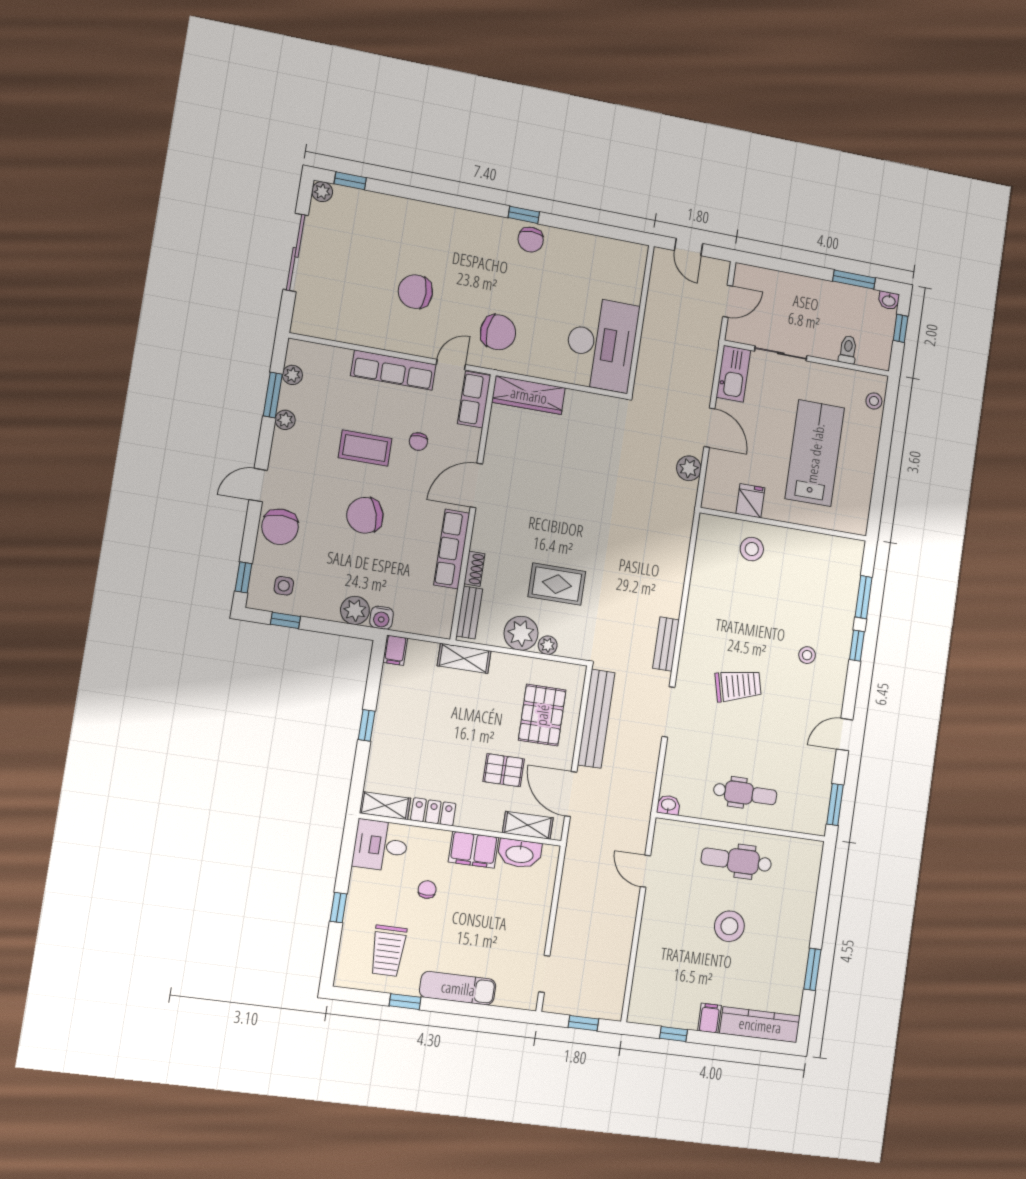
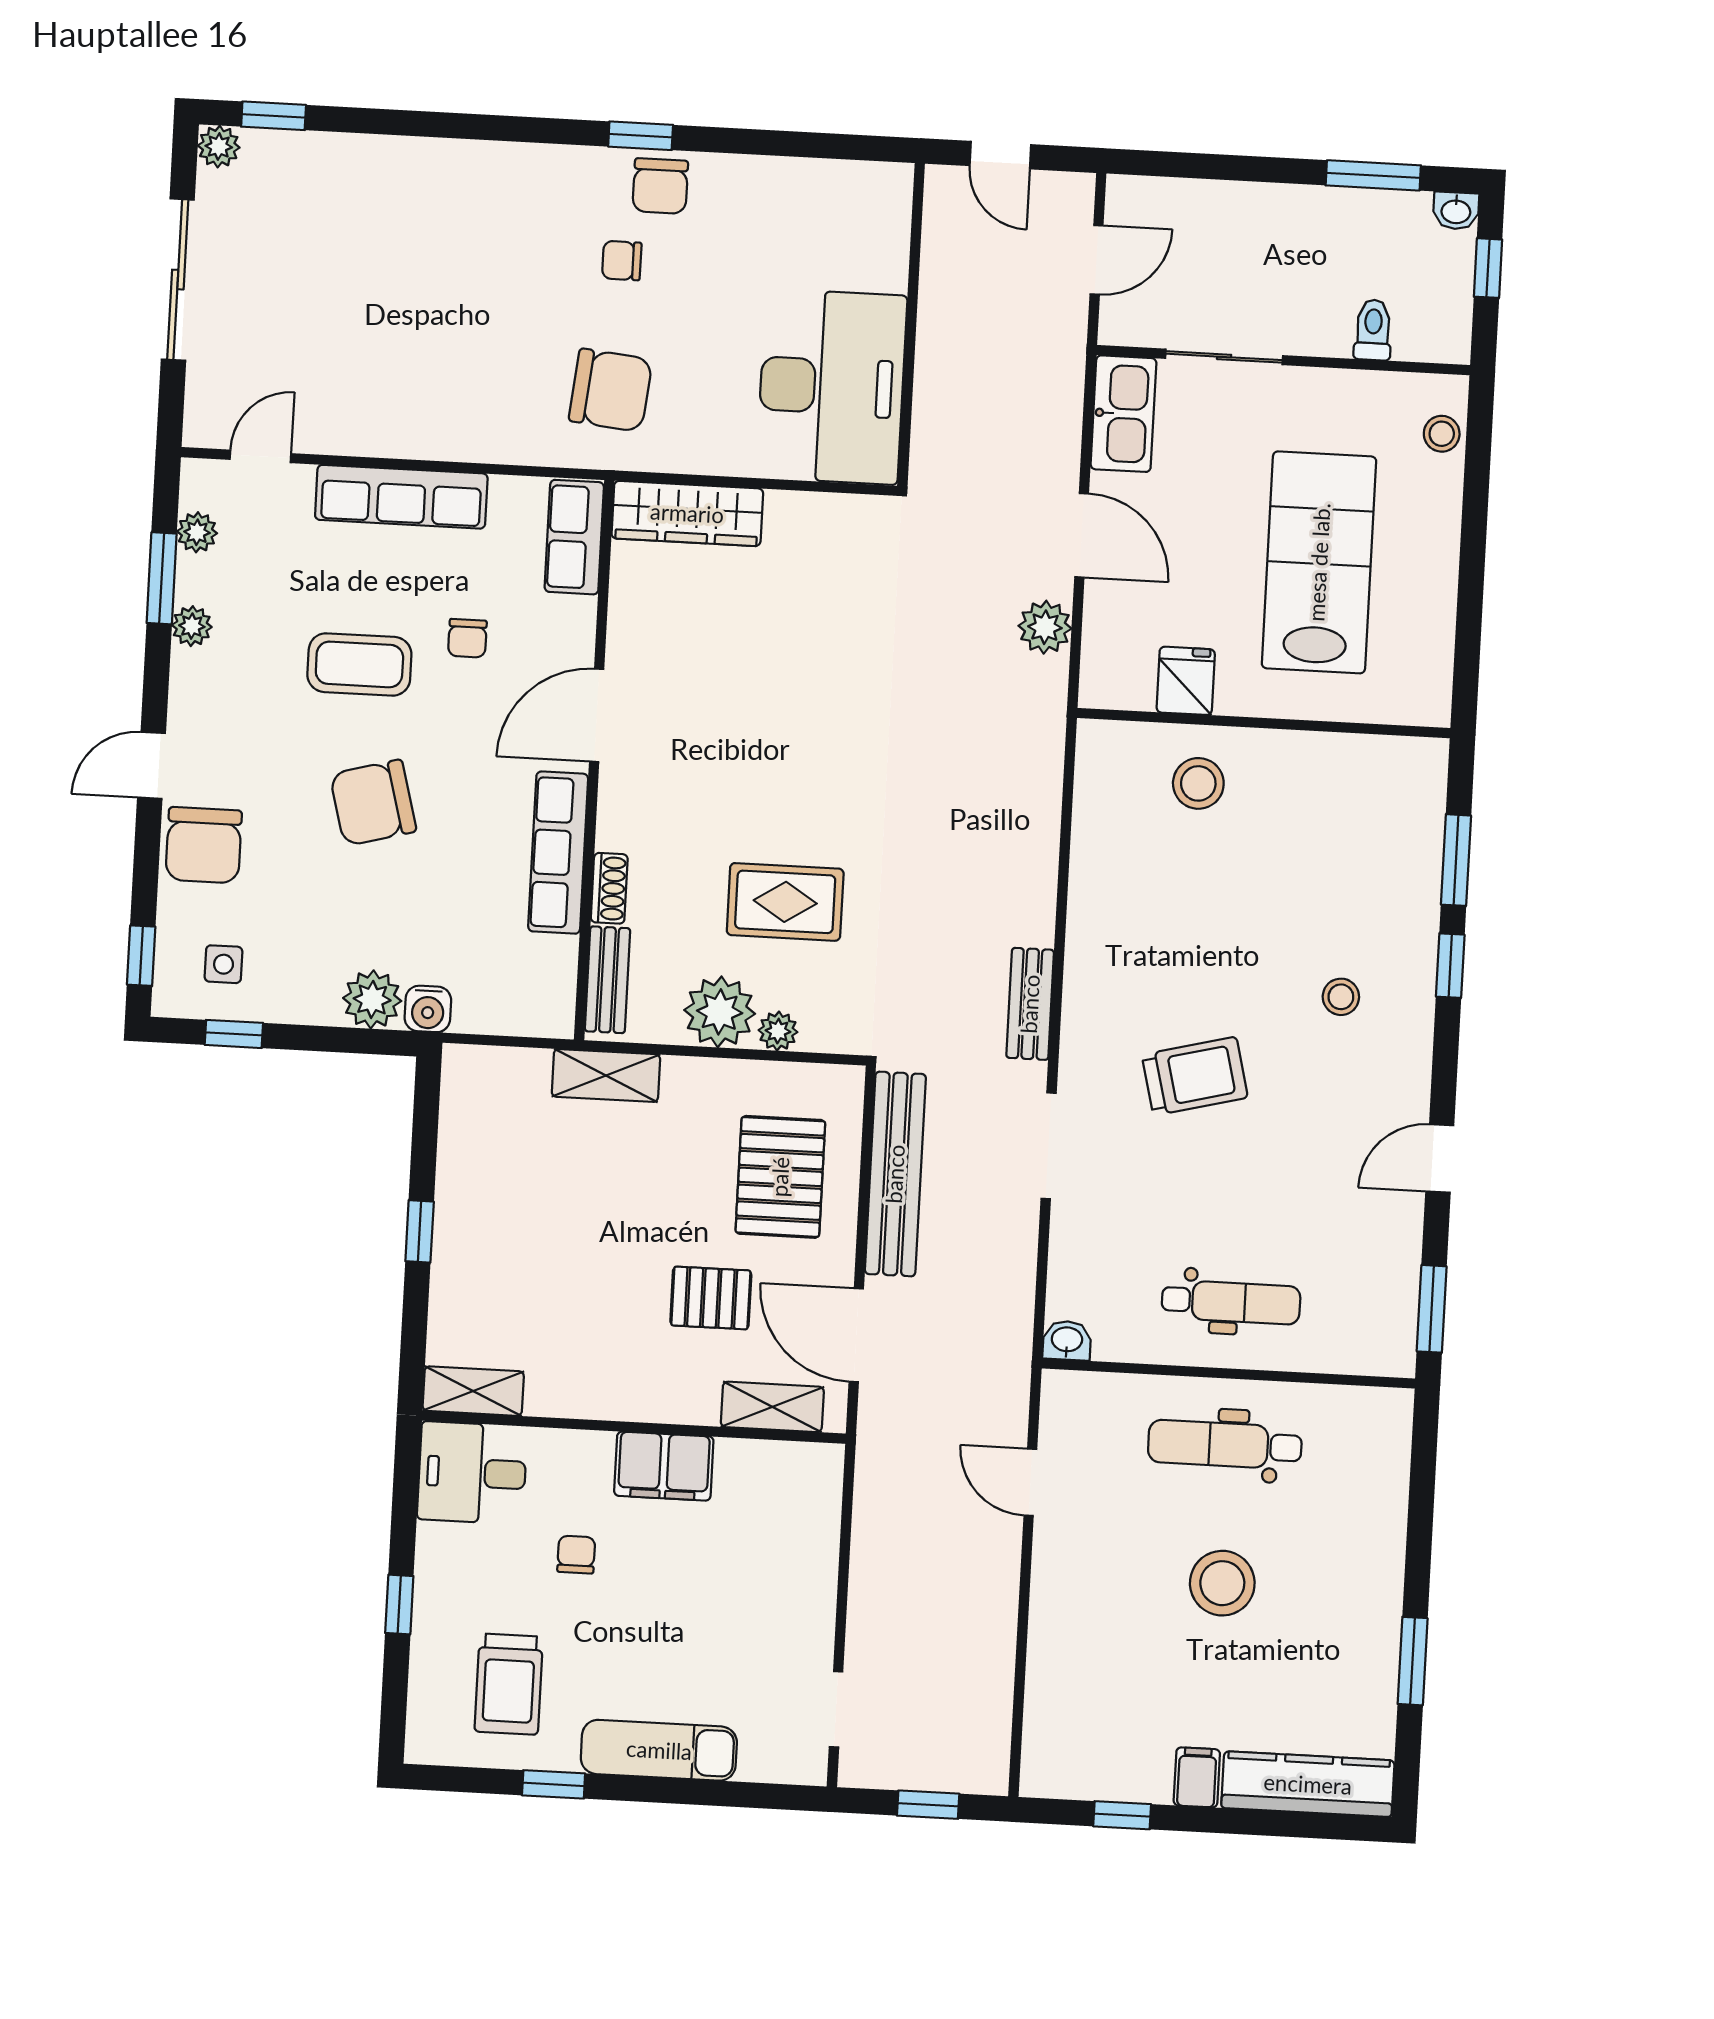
chair: (415, 292) -> (622, 261), moved, width x0.54, depth x0.54
door: (451, 365) -> (260, 456), moved
filing cabinet: (395, 650) -> (462, 1073), removed
locker: (433, 812) -> (573, 1395), removed
washbasin: (520, 854) -> (761, 1466), removed

